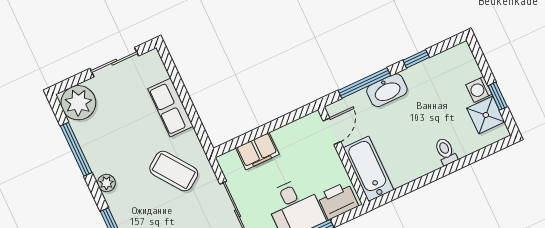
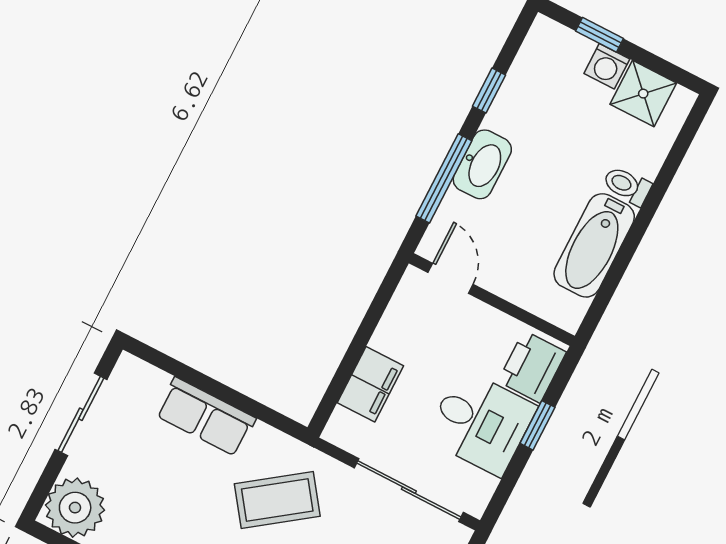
window: (498, 96) -> (600, 35), moved
bathtub: (369, 169) -> (594, 245), moved, turned -90

